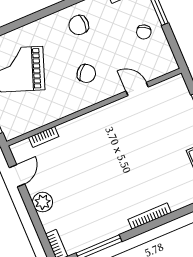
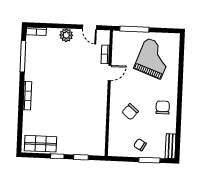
chair: (86, 73) -> (130, 112), moved
door: (137, 89) -> (110, 73), moved

